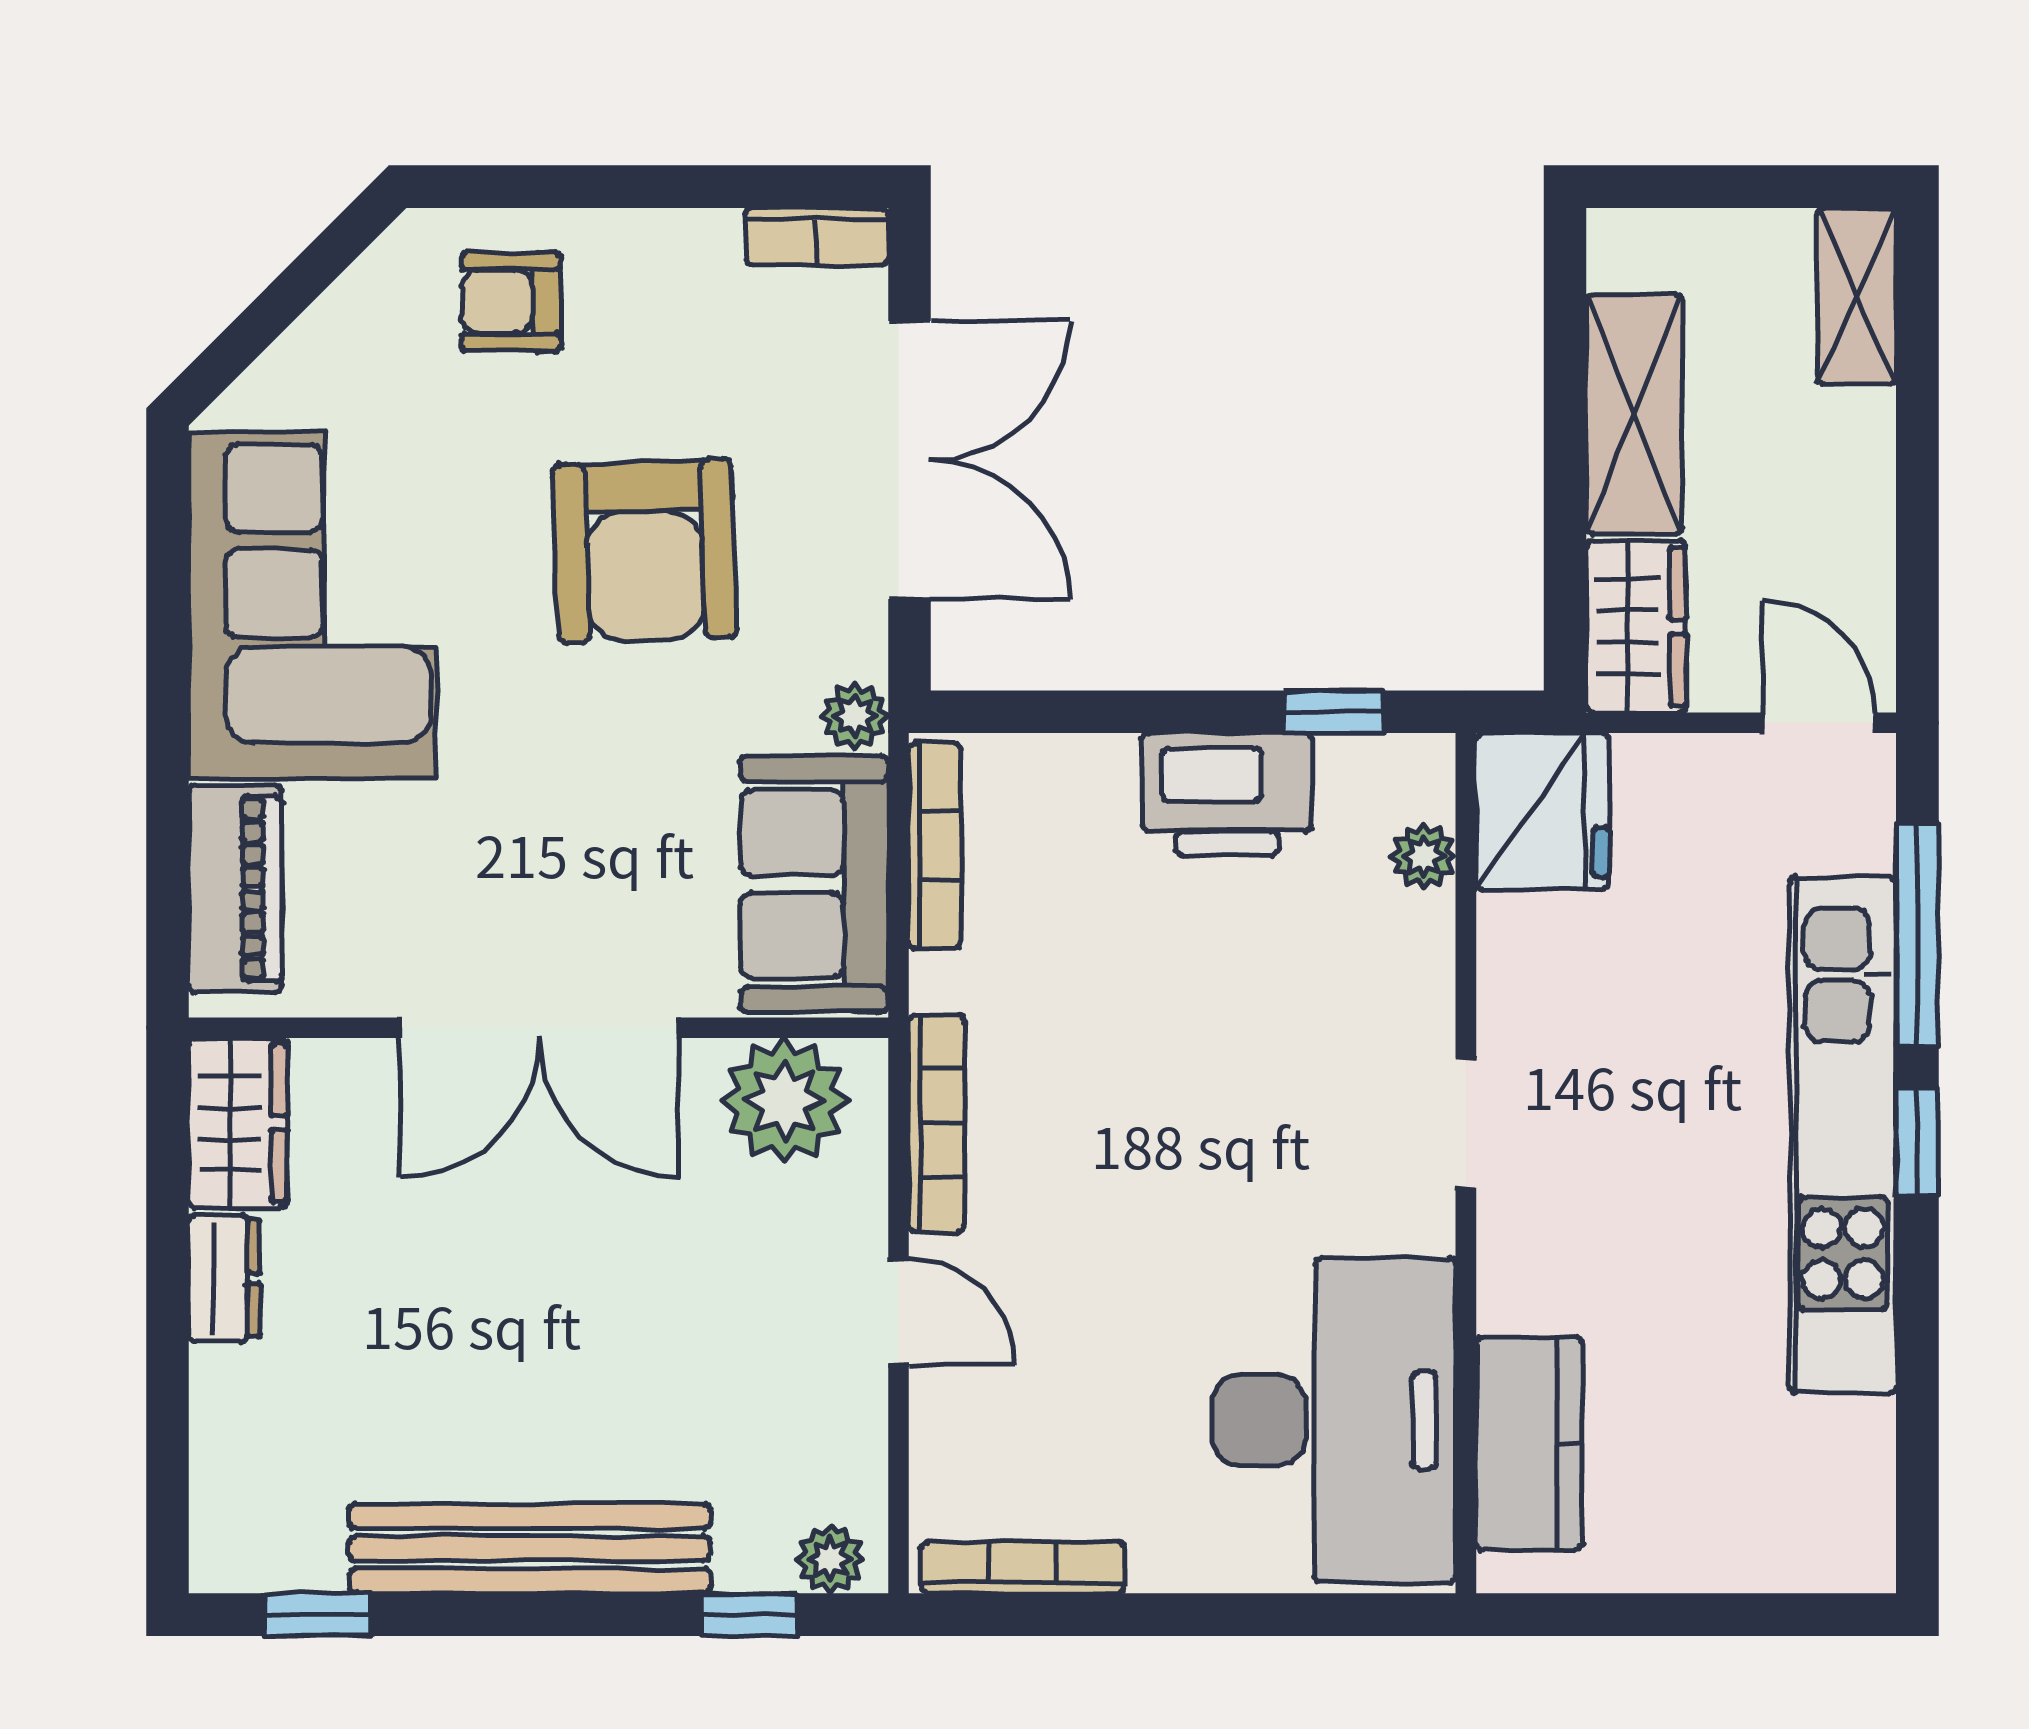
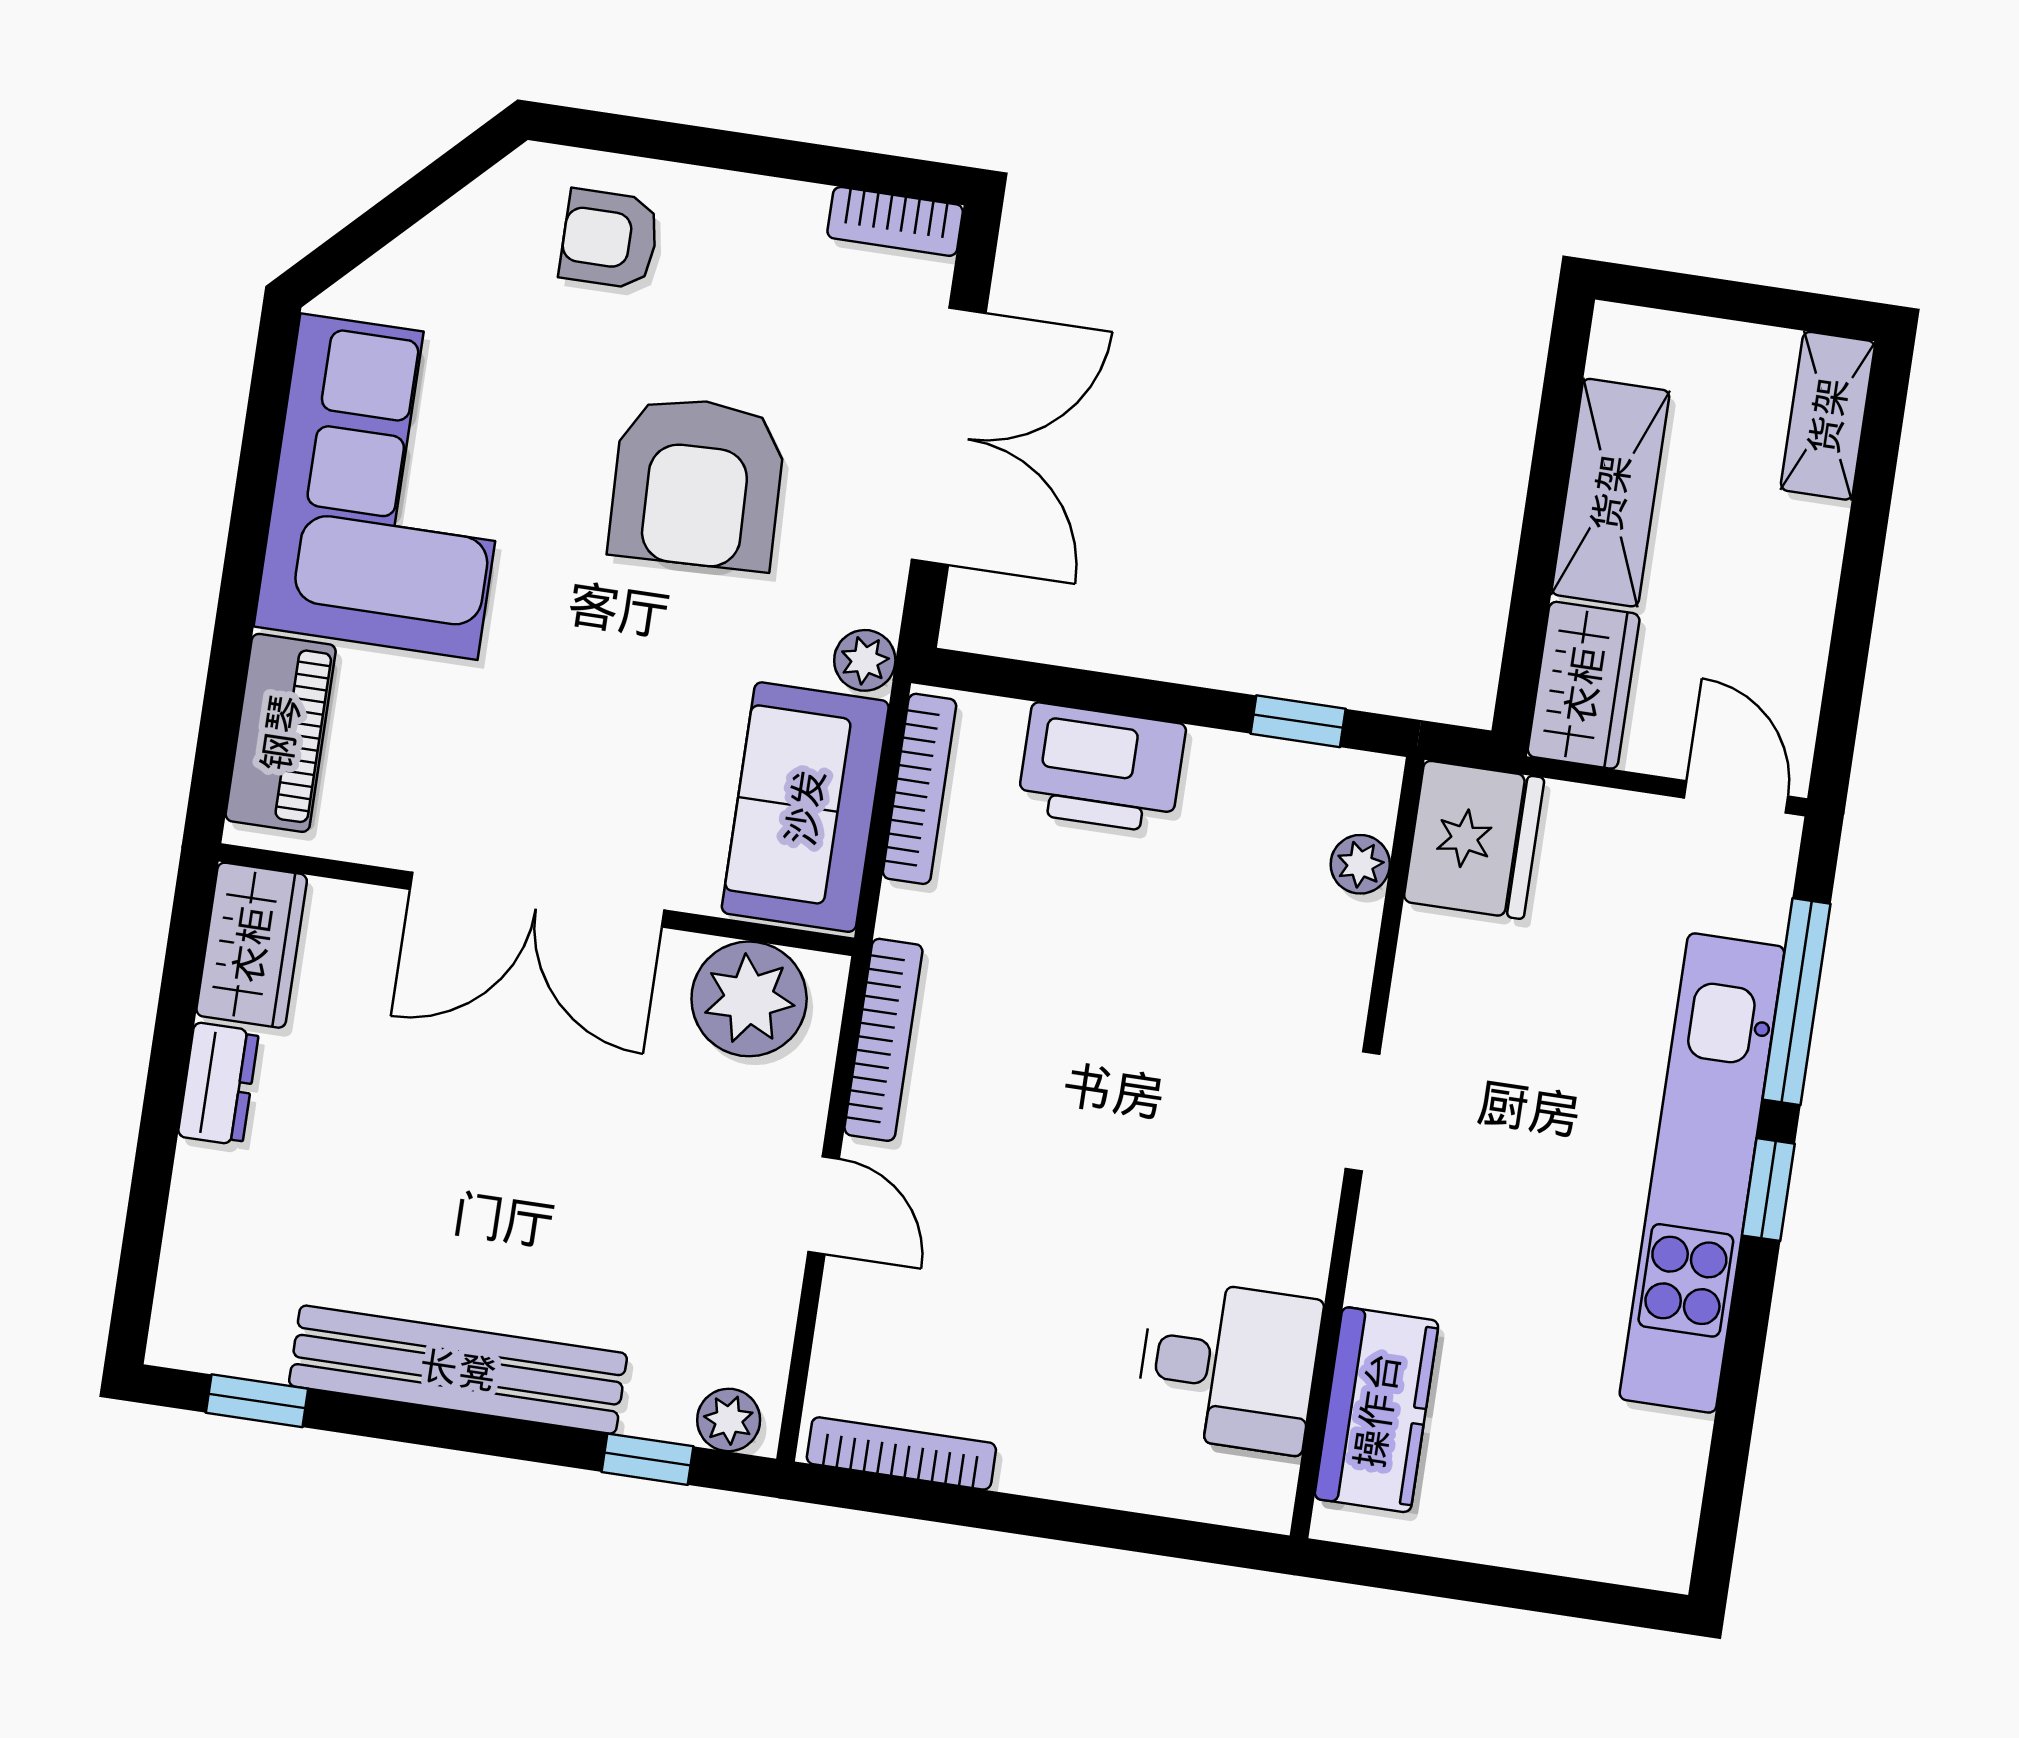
printer: (1227, 794) -> (1101, 768), moved
desk: (1334, 1420) -> (1229, 1366), width x0.53, depth x0.77

